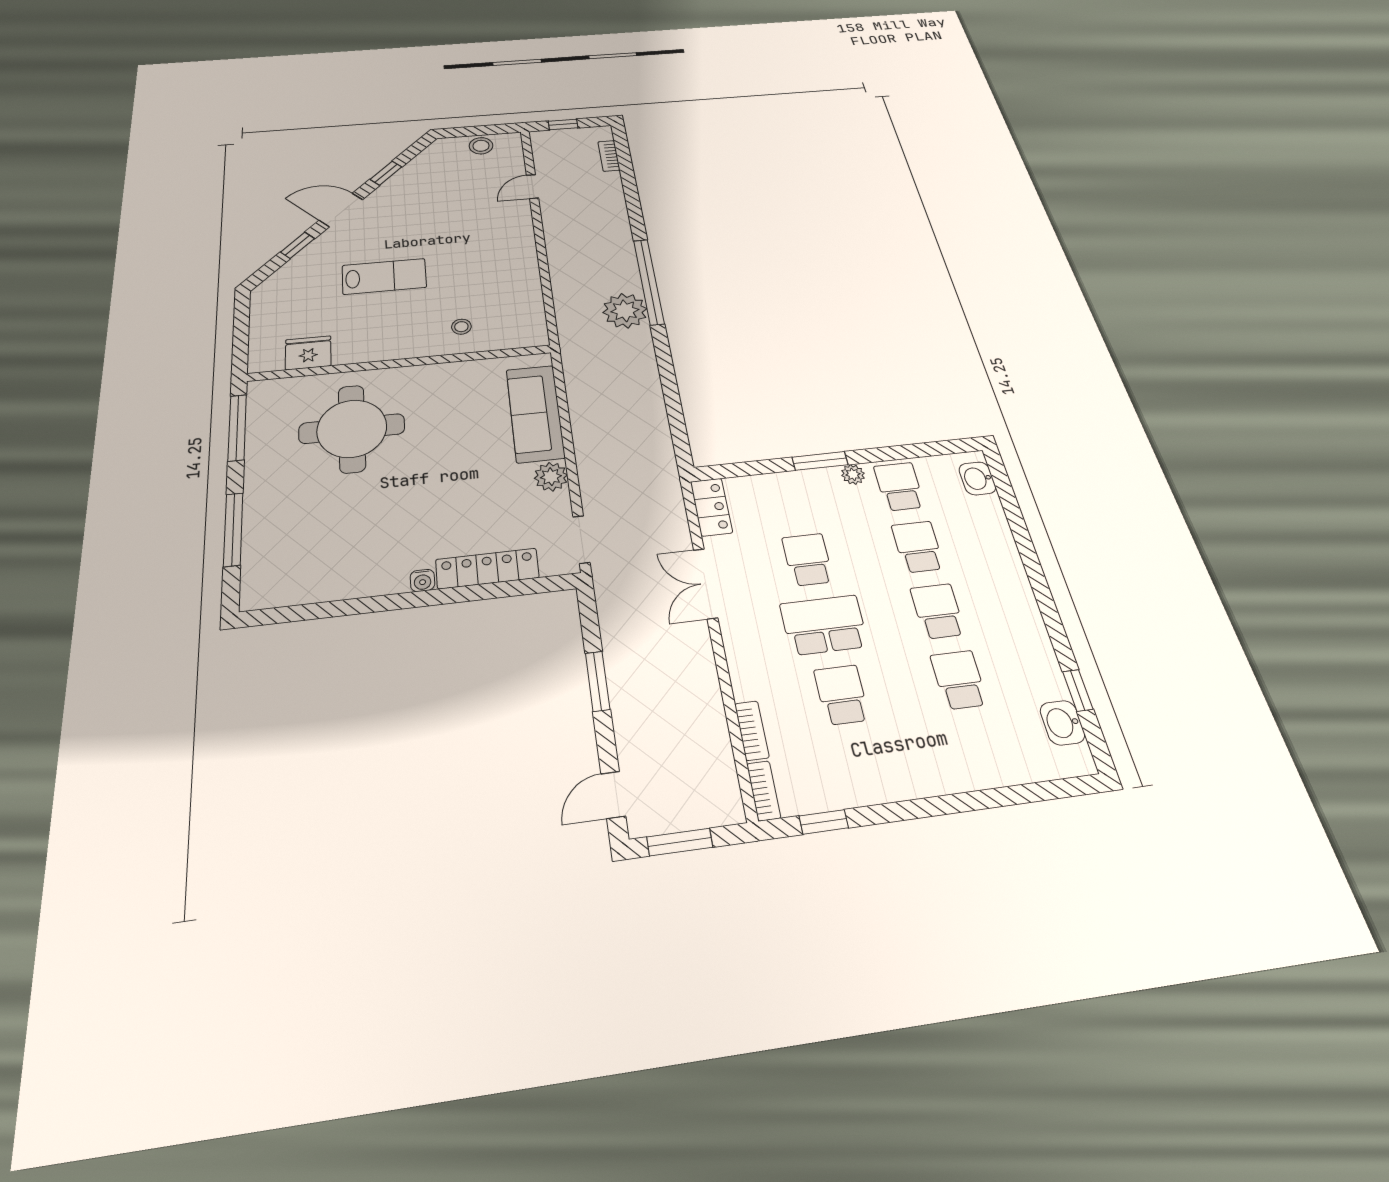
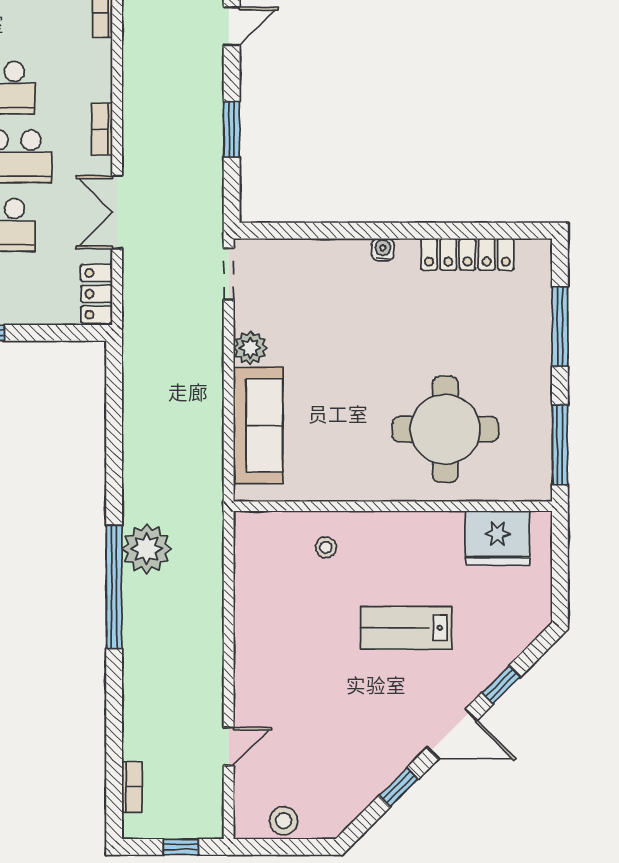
fridge: (308, 353) -> (498, 538), width x1.36, depth x1.34
locker: (487, 569) -> (467, 254), moved
double door: (706, 584) -> (117, 212), swing flipped
bookcase: (752, 731) -> (102, 129), moved

